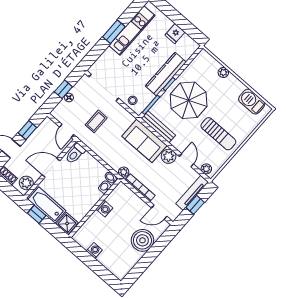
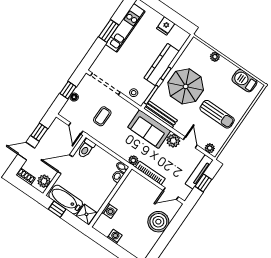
washing machine: (104, 209) -> (109, 211), moved

